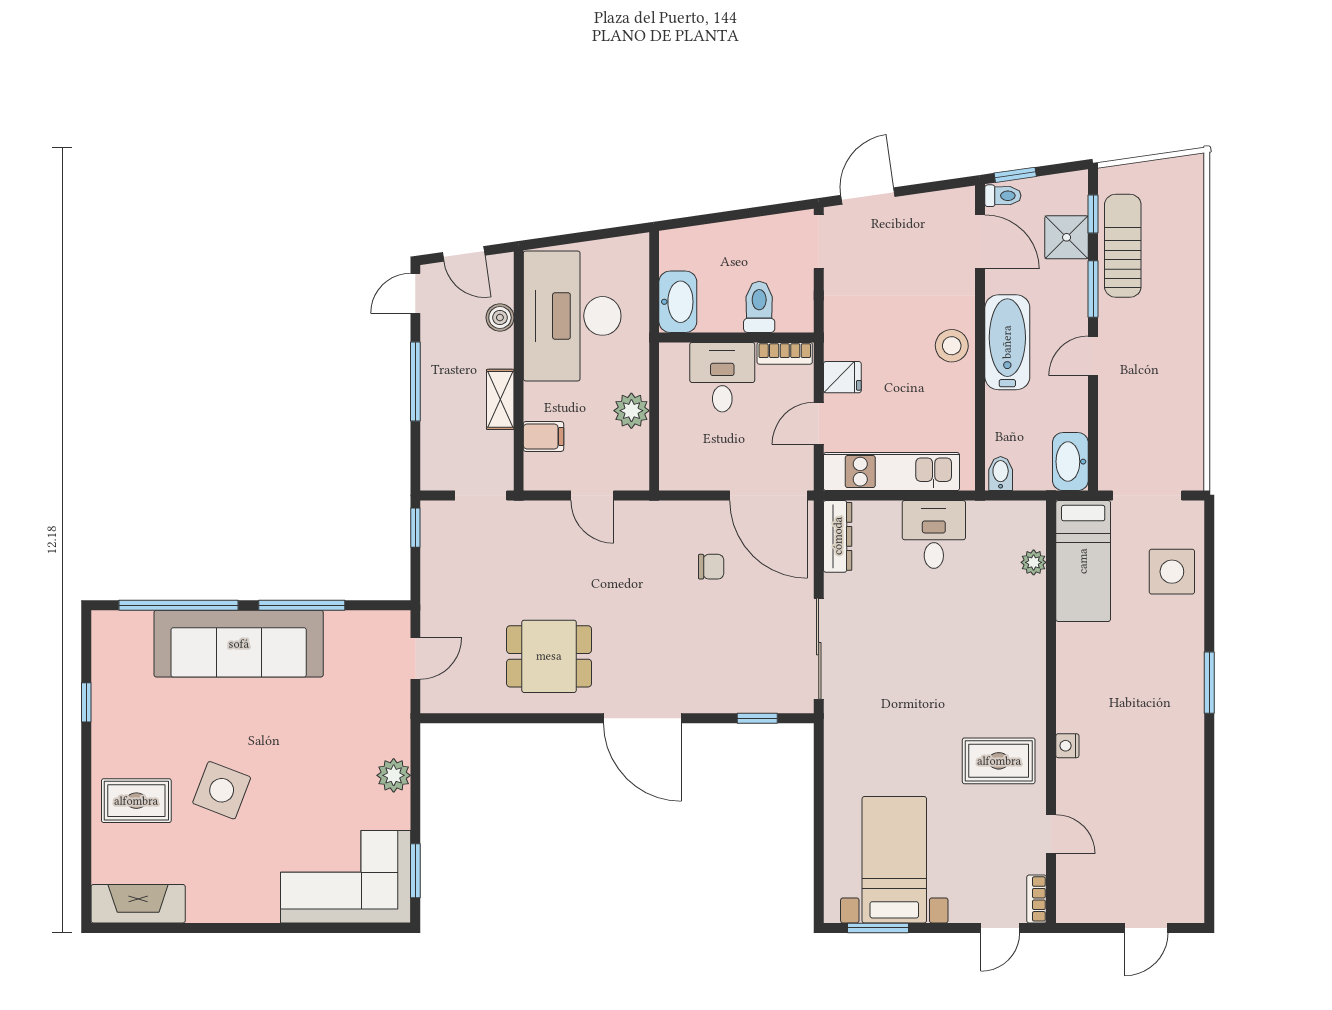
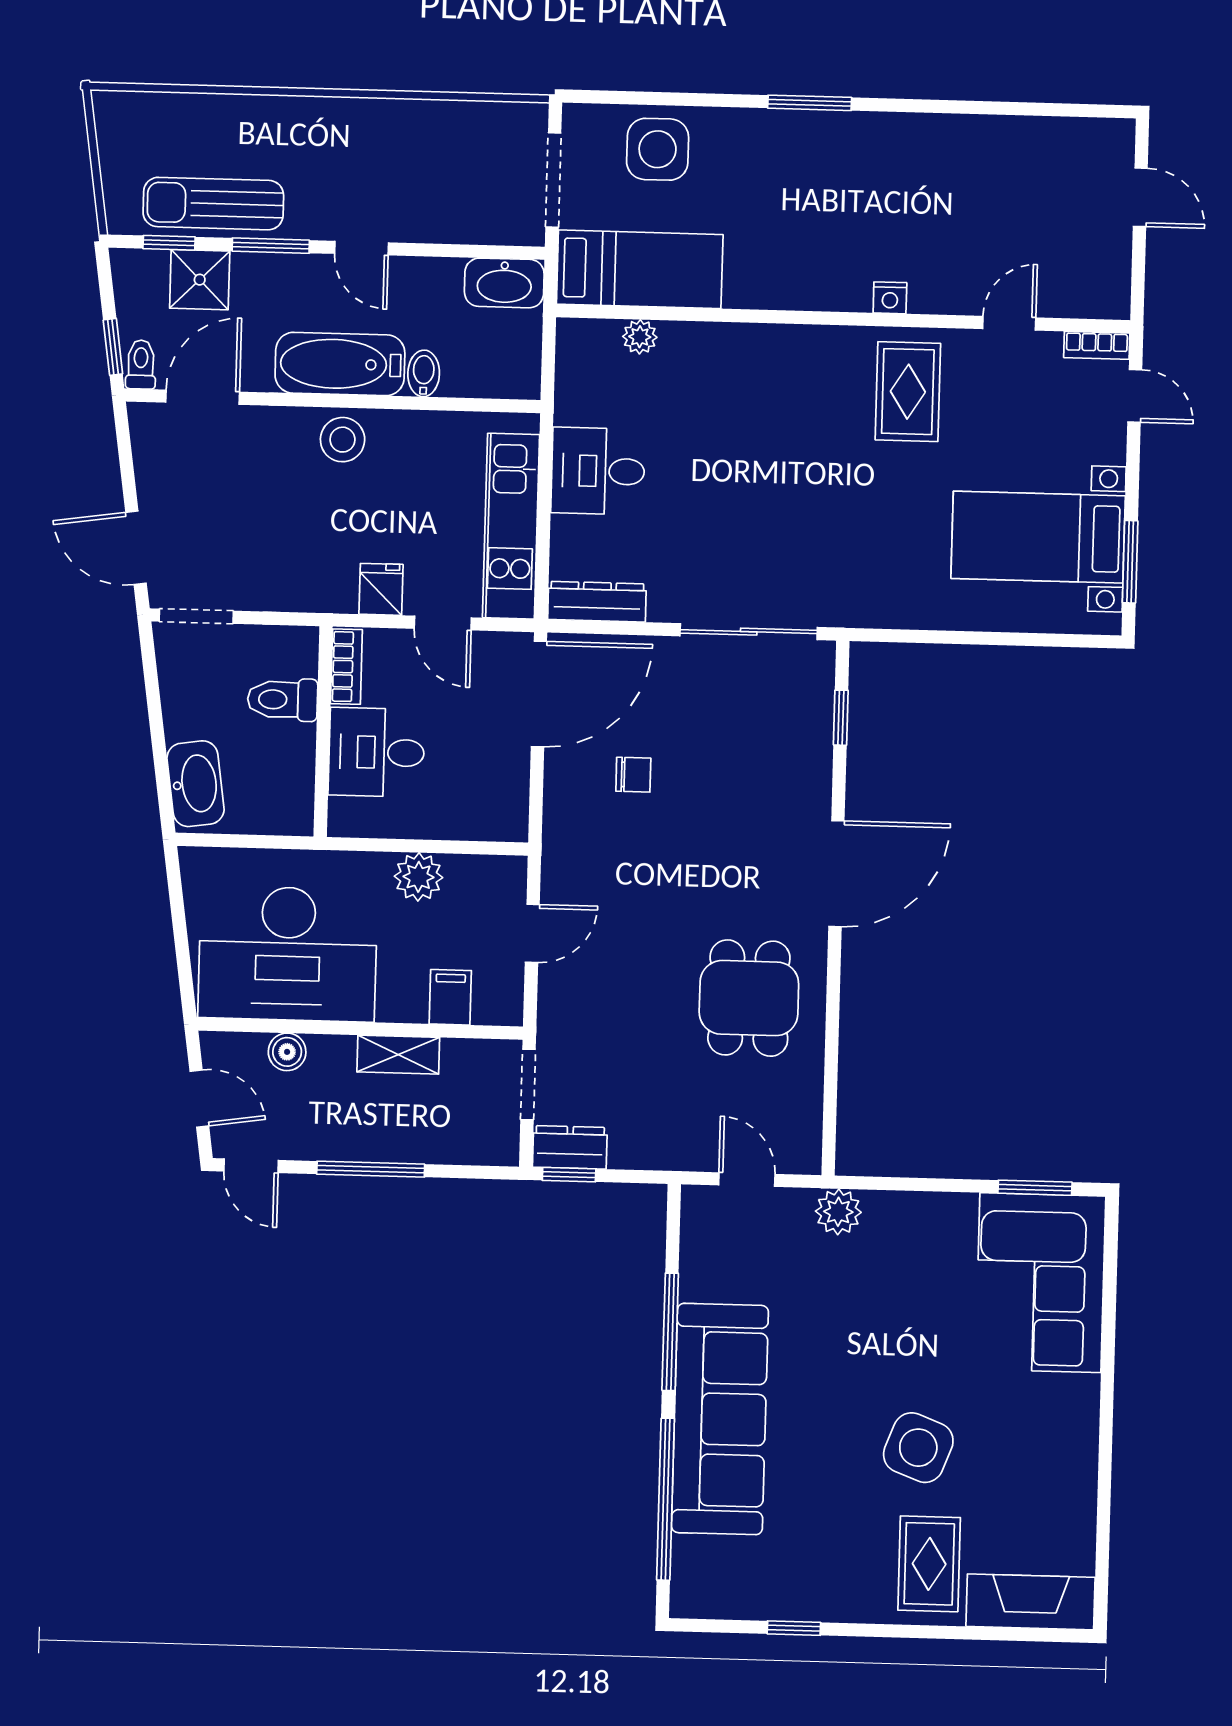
door: (464, 254) -> (199, 1099), hinge flipped
washbasin: (678, 302) -> (196, 784), moved, turned 82
bidet: (1001, 474) -> (424, 373), moved, turned 90
dresser: (436, 528) -> (570, 1147), added
chair: (711, 567) -> (633, 775), turned 90
plant: (394, 775) -> (838, 1212), moved
fireplace: (138, 904) -> (1031, 1602), moved, turned 90

